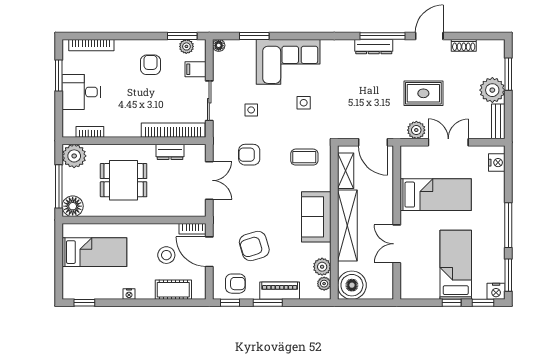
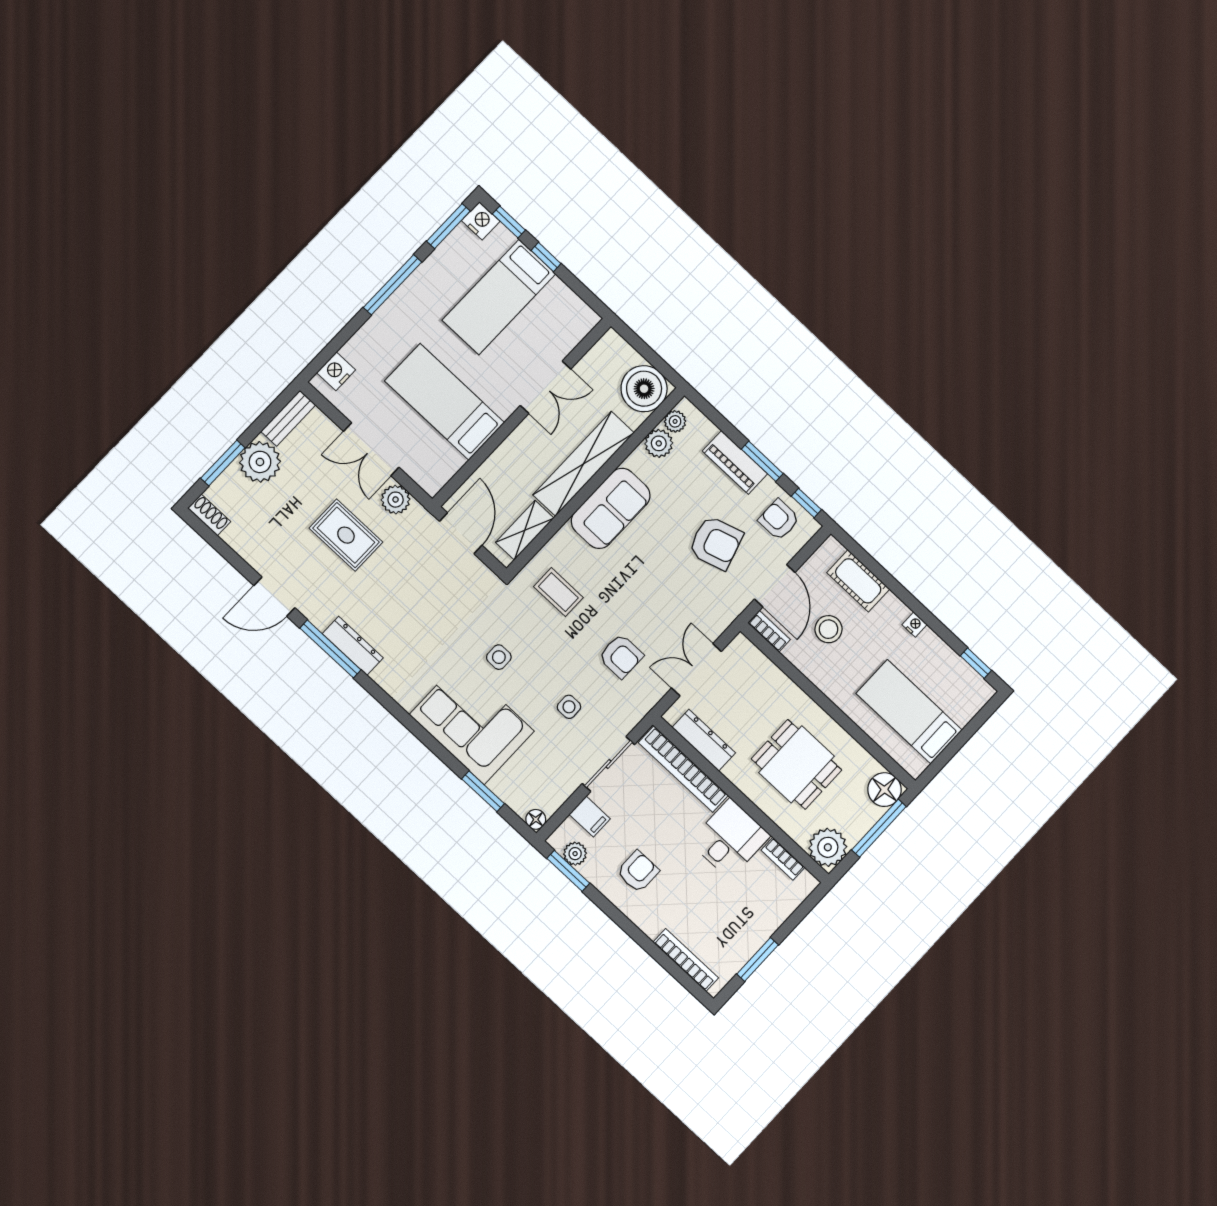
shoe rack: (464, 45) -> (209, 515), moved
armchair: (150, 65) -> (638, 872), turned 180
desk: (81, 92) -> (730, 839), moved, turned -90
dresser: (170, 152) -> (704, 740), width x1.44

